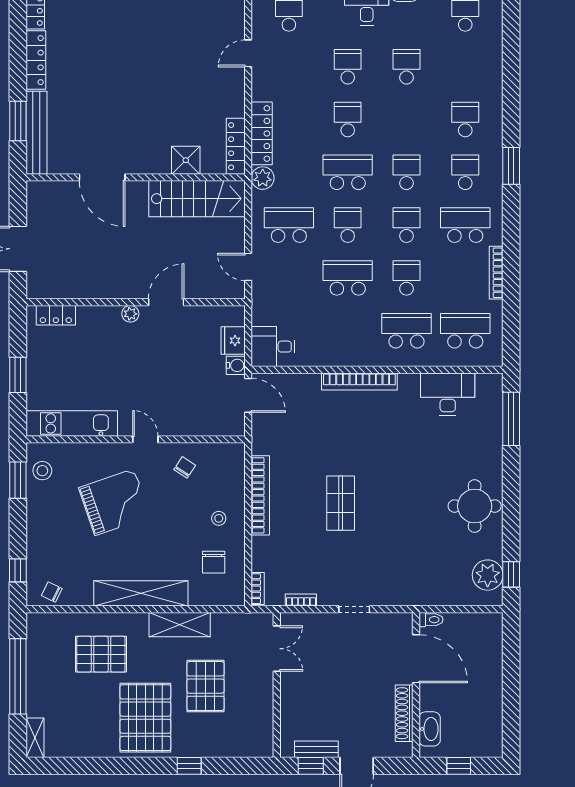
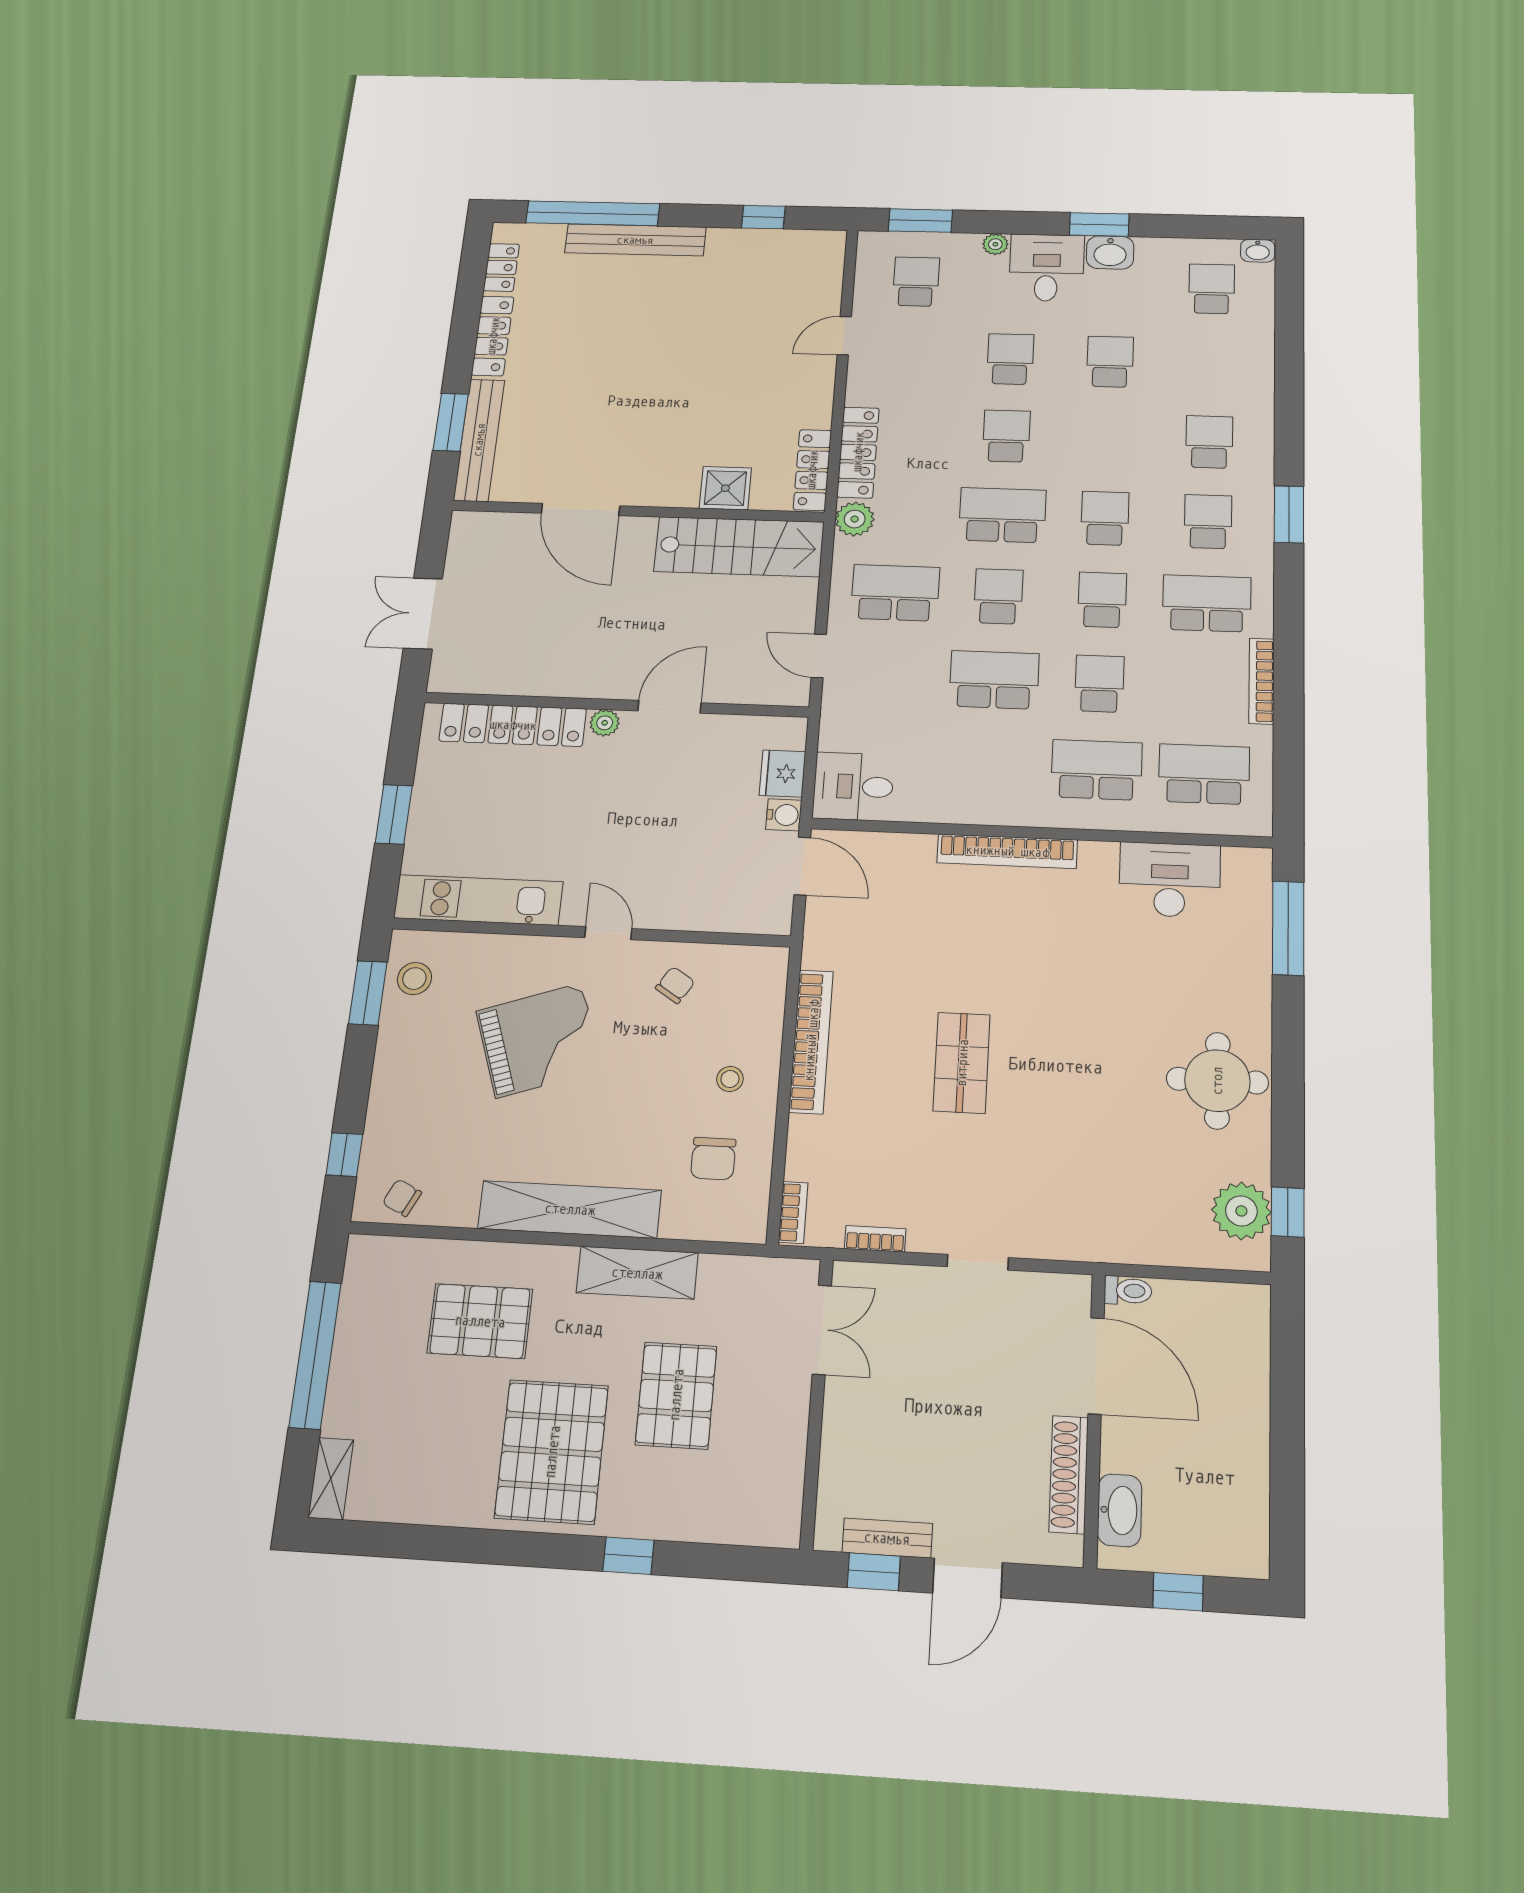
locker: (56, 315) -> (513, 725), width x2.16, depth x1.21

